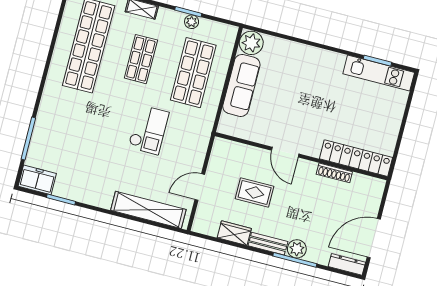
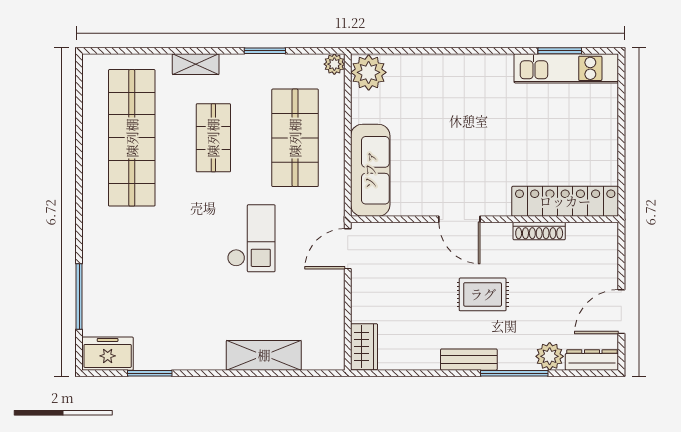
plant: (192, 22) -> (334, 64), moved
sofa: (241, 85) -> (370, 170), moved
door: (200, 187) -> (348, 249), moved
rug: (255, 192) -> (483, 294), moved
shelving: (148, 210) -> (264, 355), width x0.68
wardrobe: (234, 233) -> (364, 347), moved, turned 90
door: (374, 238) -> (621, 312), width x0.73
plant: (297, 249) -> (550, 356), moved

